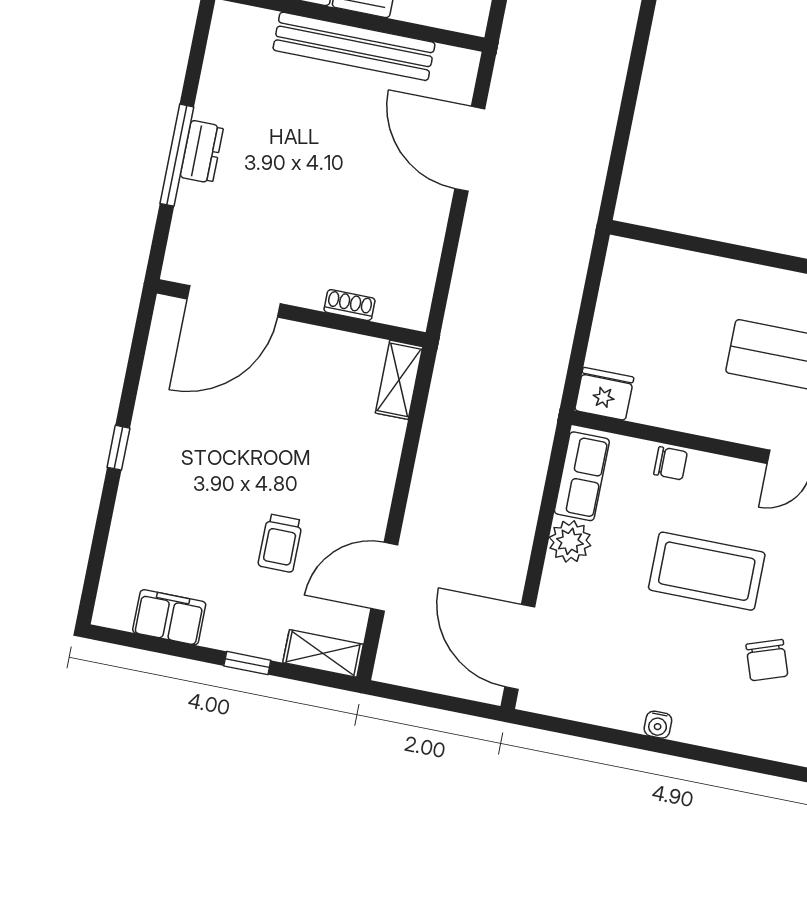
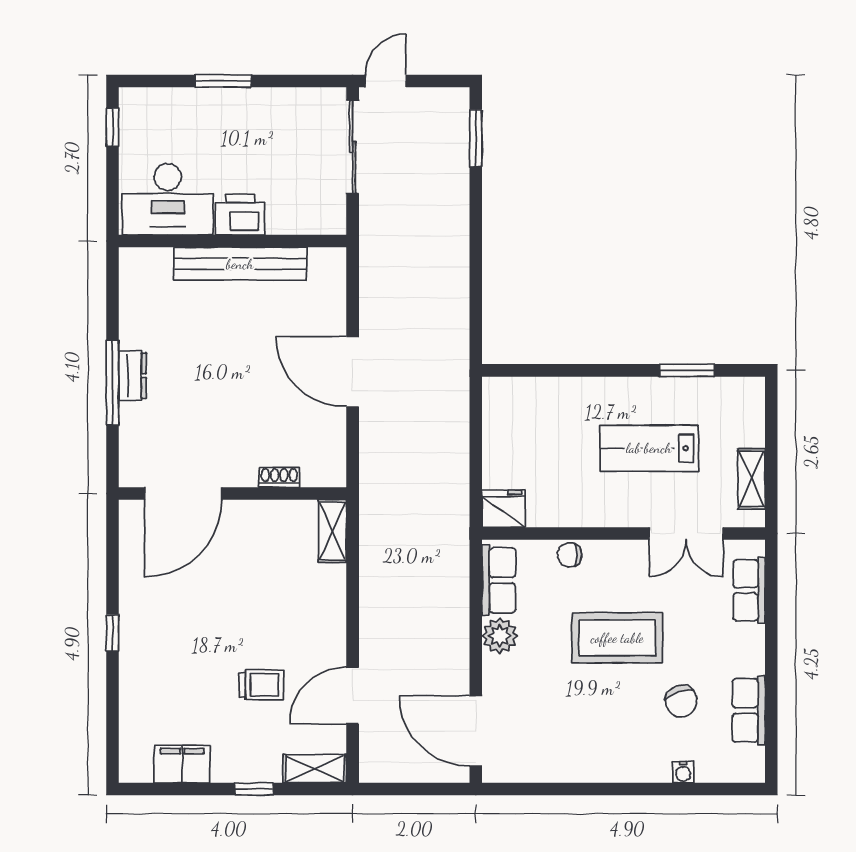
door: (470, 149) -> (353, 372), moved
chair: (670, 463) -> (570, 555), turned 180
trolley: (280, 543) -> (261, 685), turned -90
water cooler: (658, 725) -> (683, 772), moved

